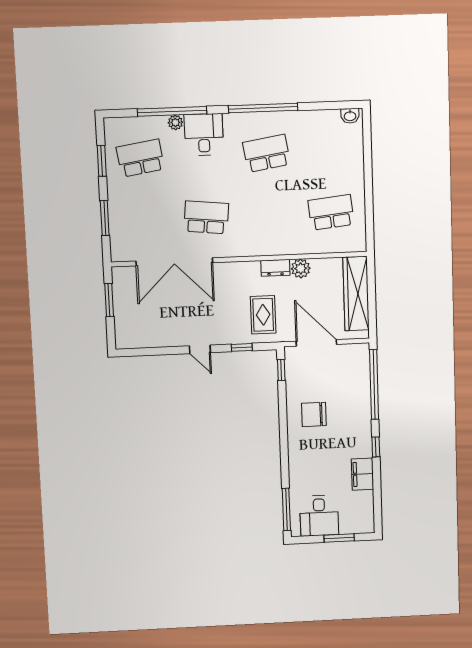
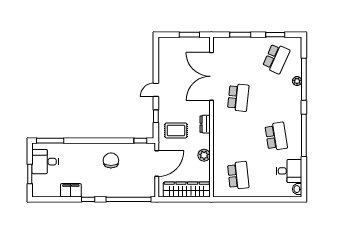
desk: (204, 135) -> (289, 171), moved
school desk: (140, 158) -> (276, 58), turned 33
dresser: (275, 268) -> (205, 124), moved

